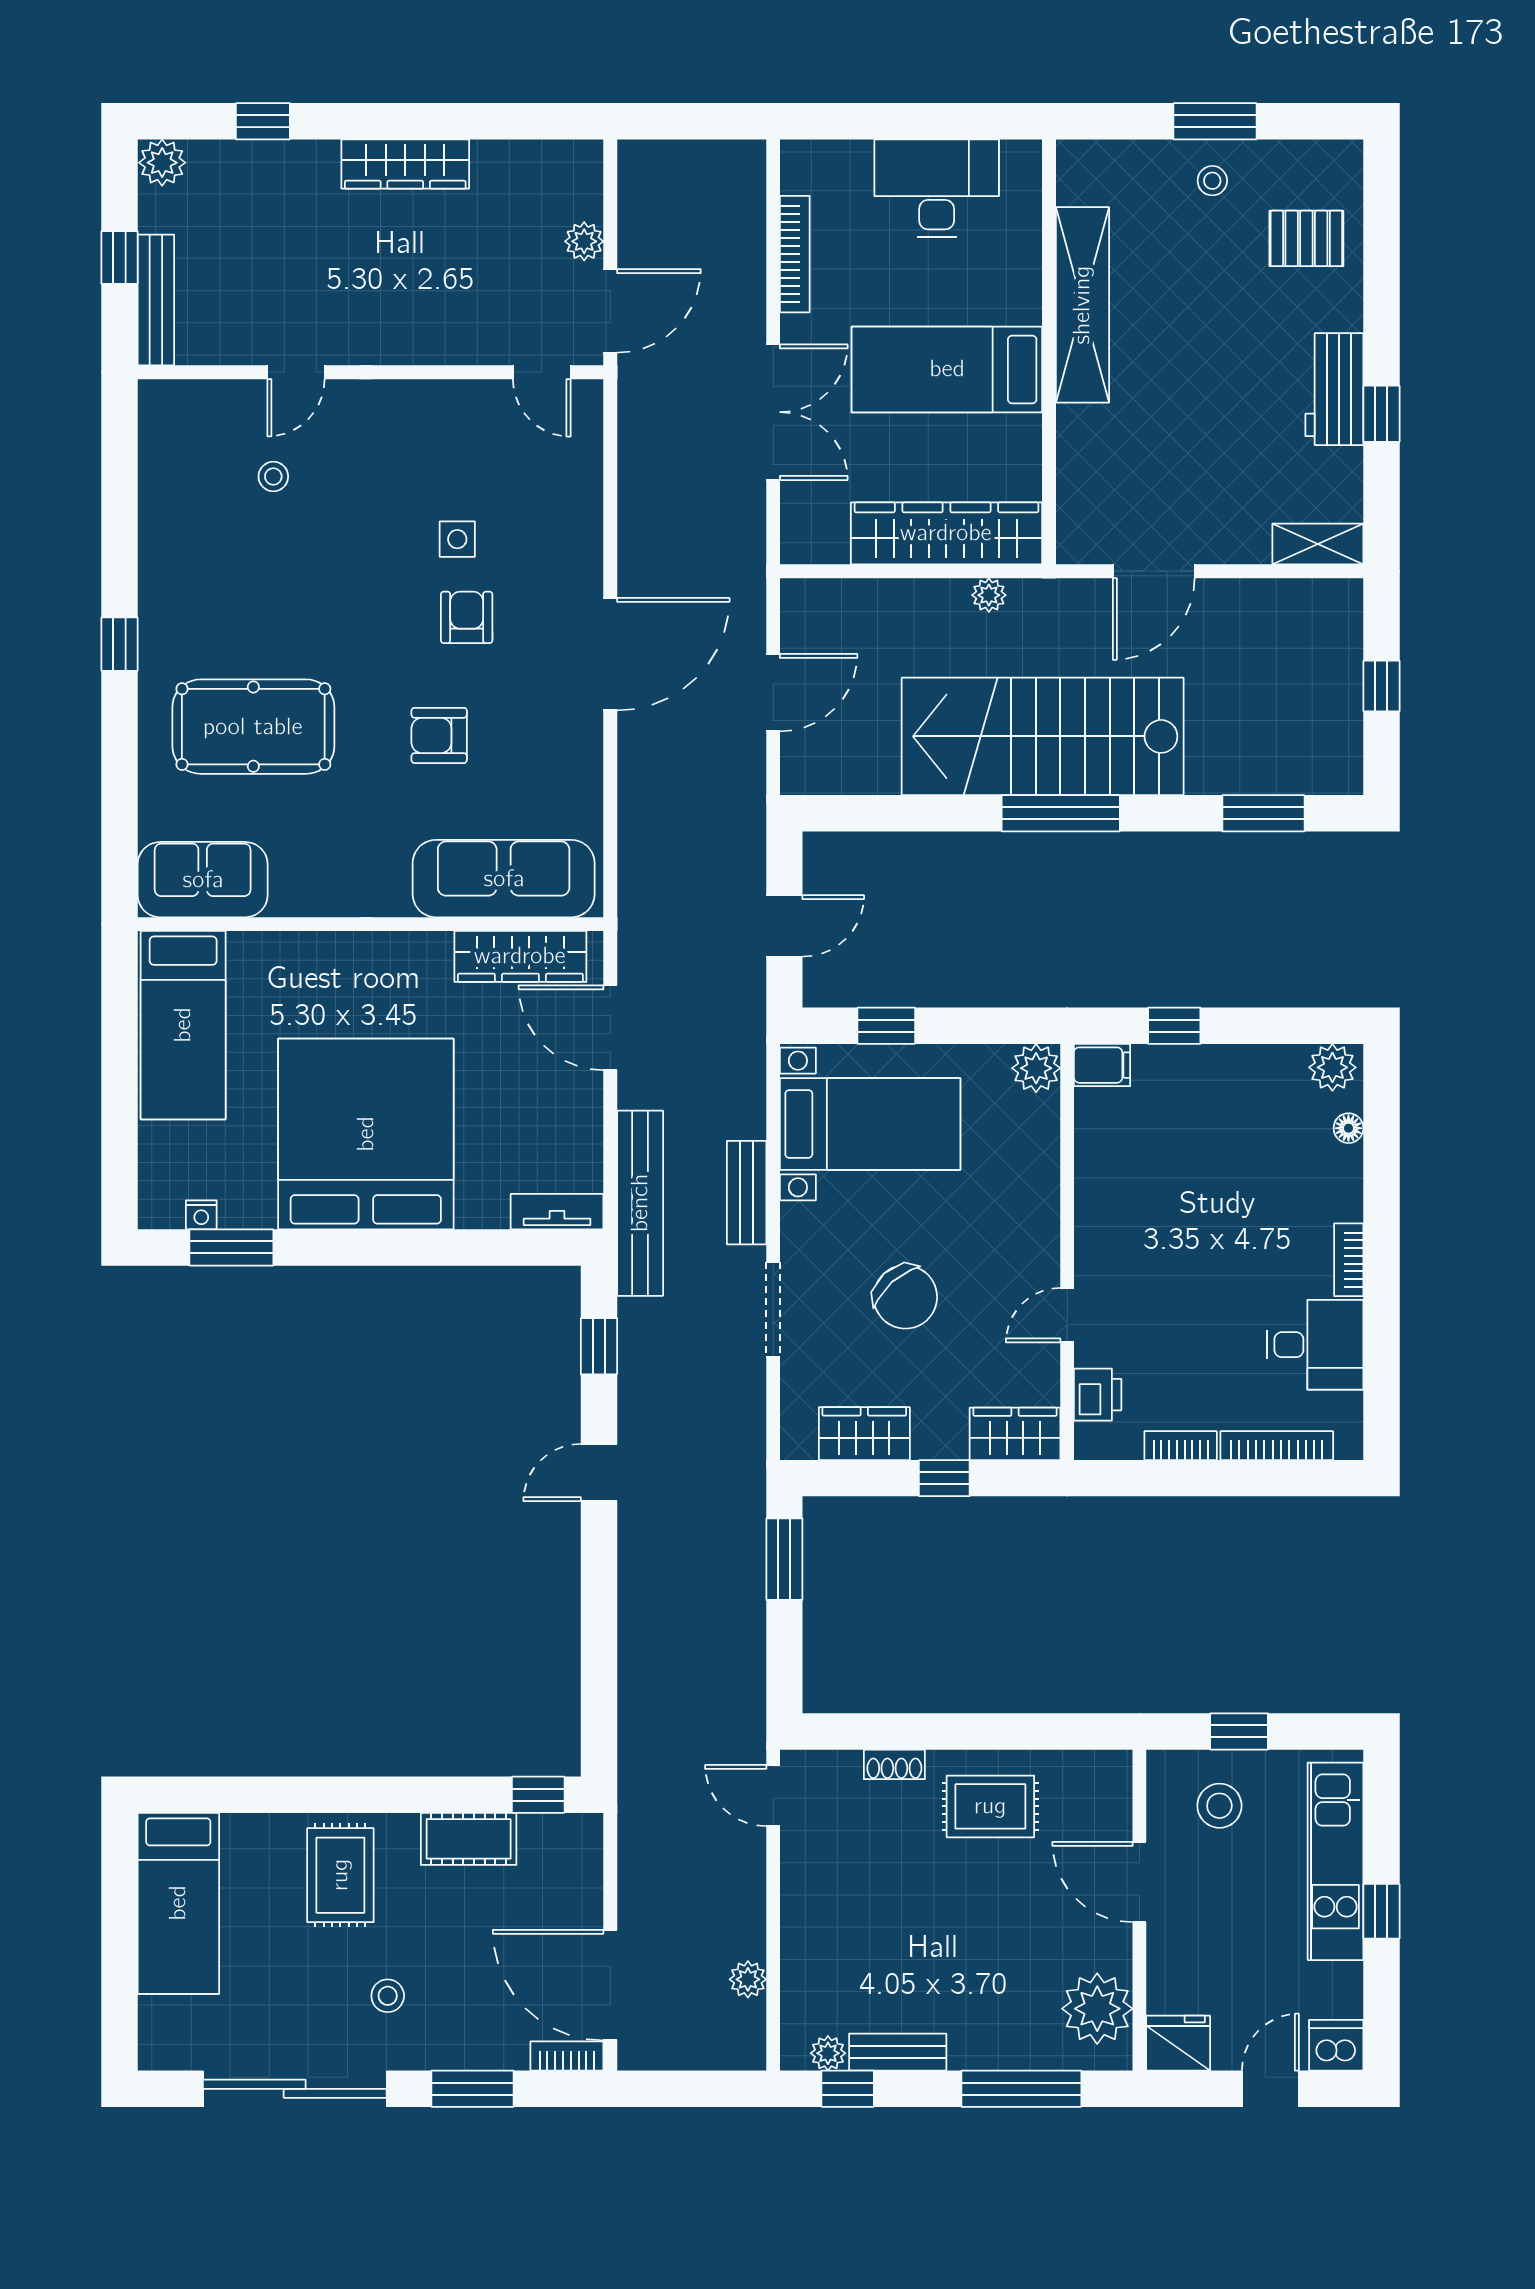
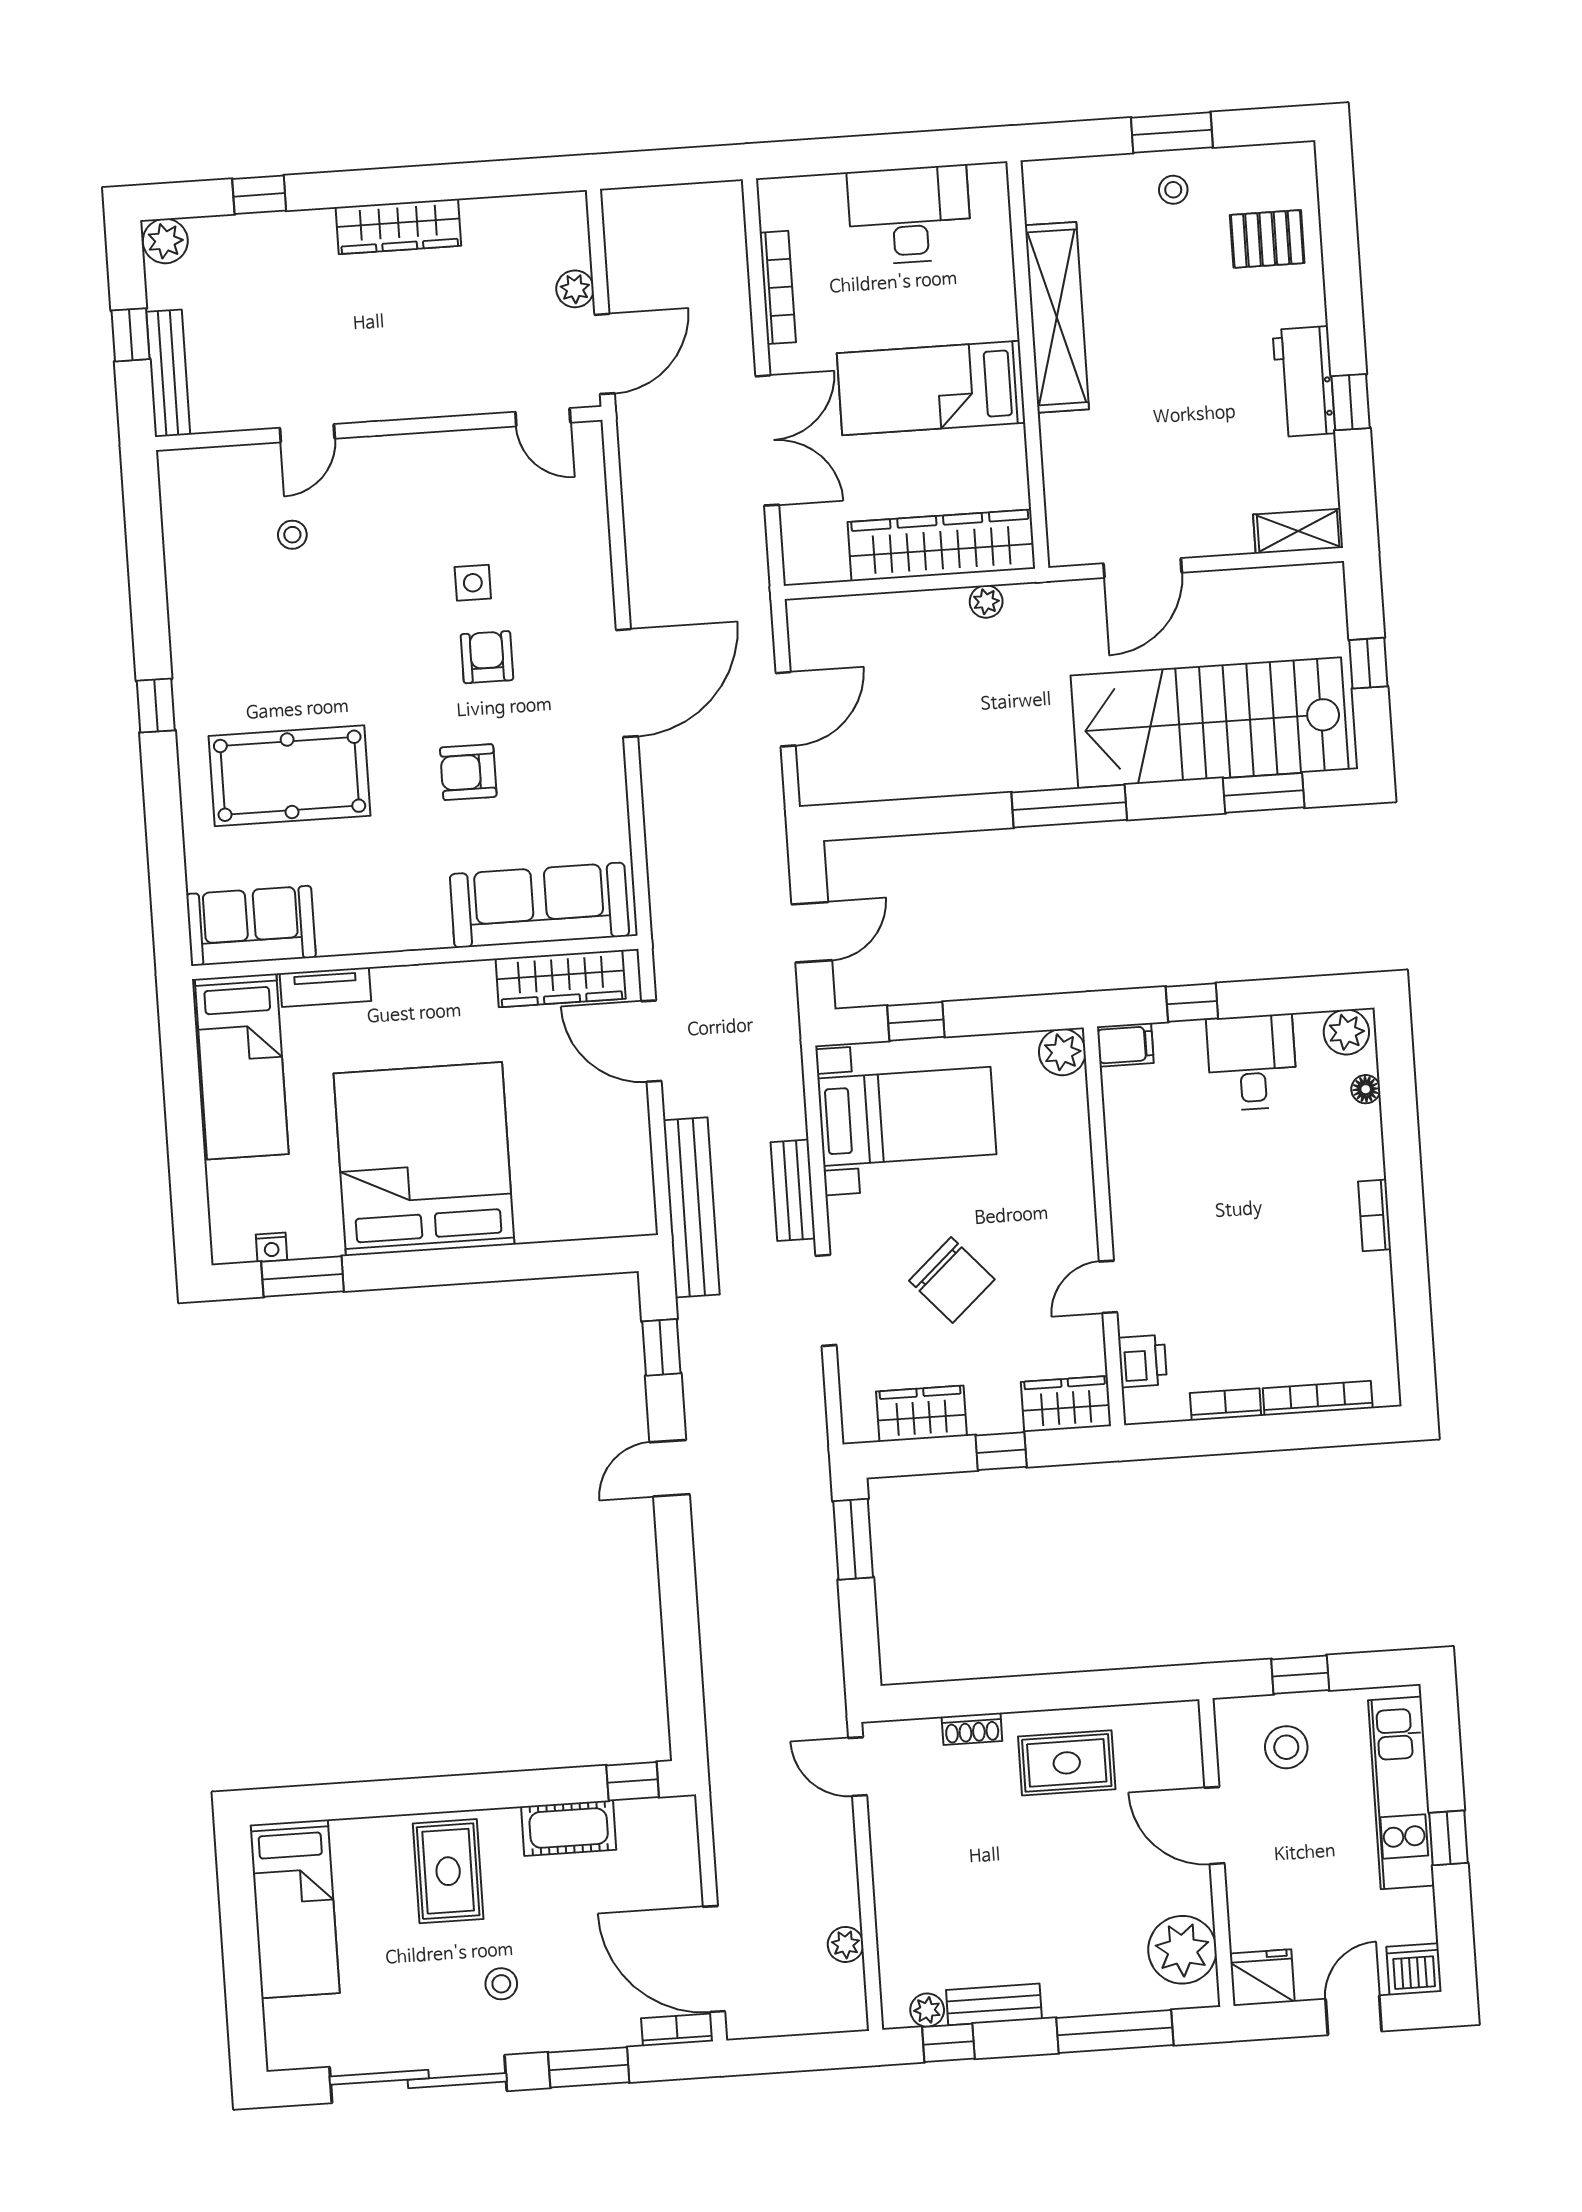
stairs: (1043, 736) -> (1210, 723), moved
tv unit: (557, 1212) -> (325, 987), moved, turned 180
desk: (1315, 1345) -> (1252, 1062), moved, turned -90

